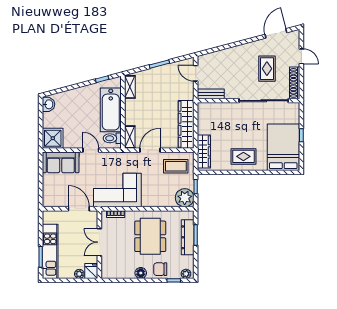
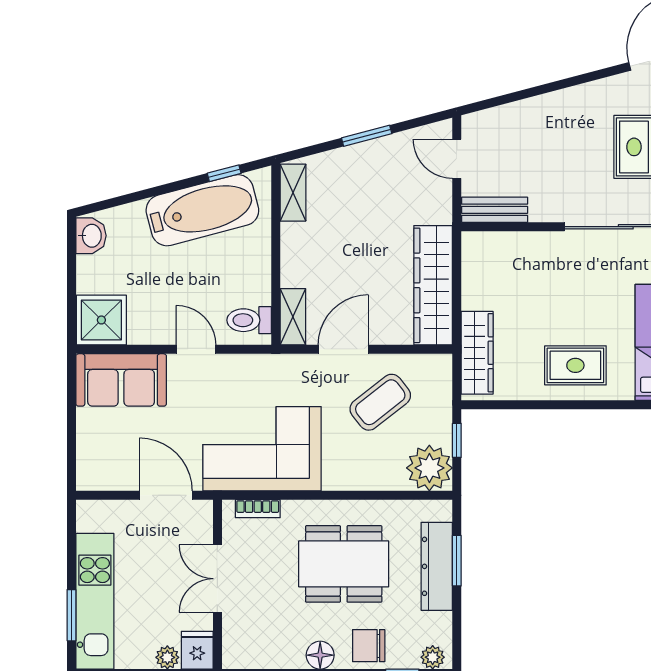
bathtub: (111, 110) -> (202, 210), moved, turned -105
coffee table: (176, 166) -> (380, 402), moved, turned -38
dining table: (150, 236) -> (344, 564), turned 90

